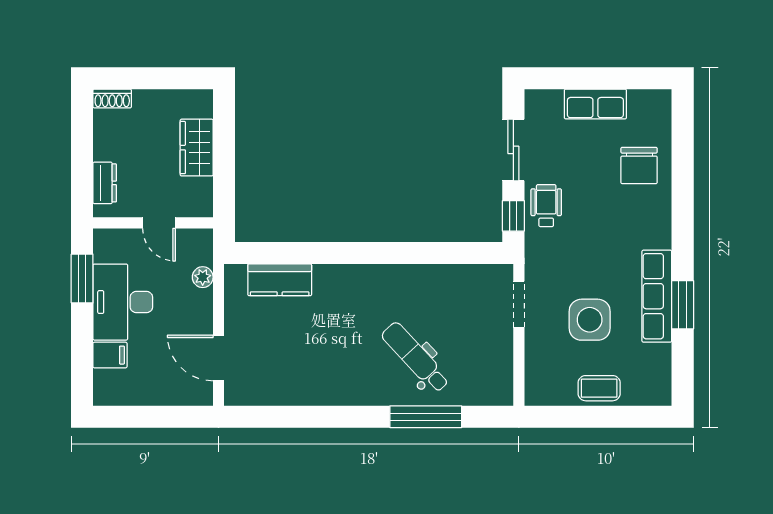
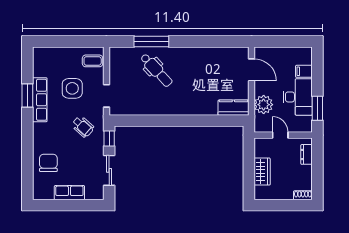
wheelchair: (546, 206) -> (83, 127), moved, turned -48
plant: (203, 277) -> (264, 105), width x1.88, depth x1.88
kitchen counter: (280, 280) -> (233, 108), moved
coffee table: (599, 388) -> (93, 61), moved

